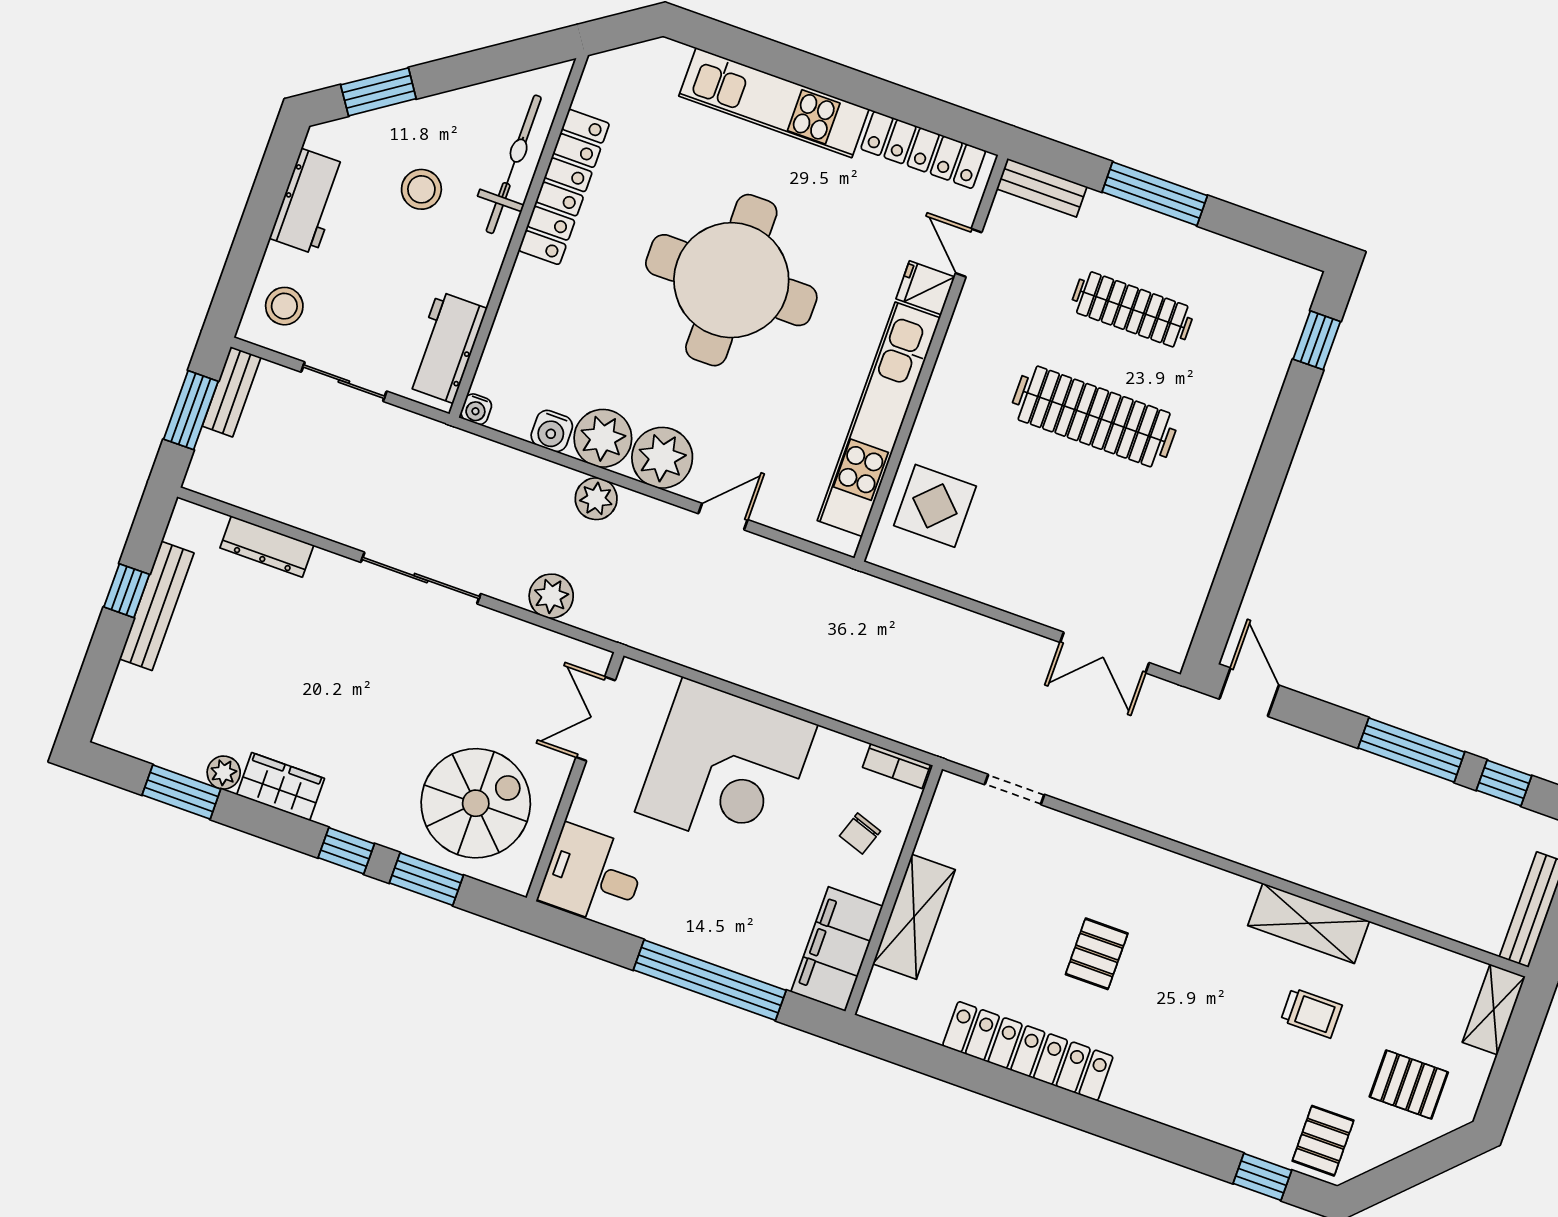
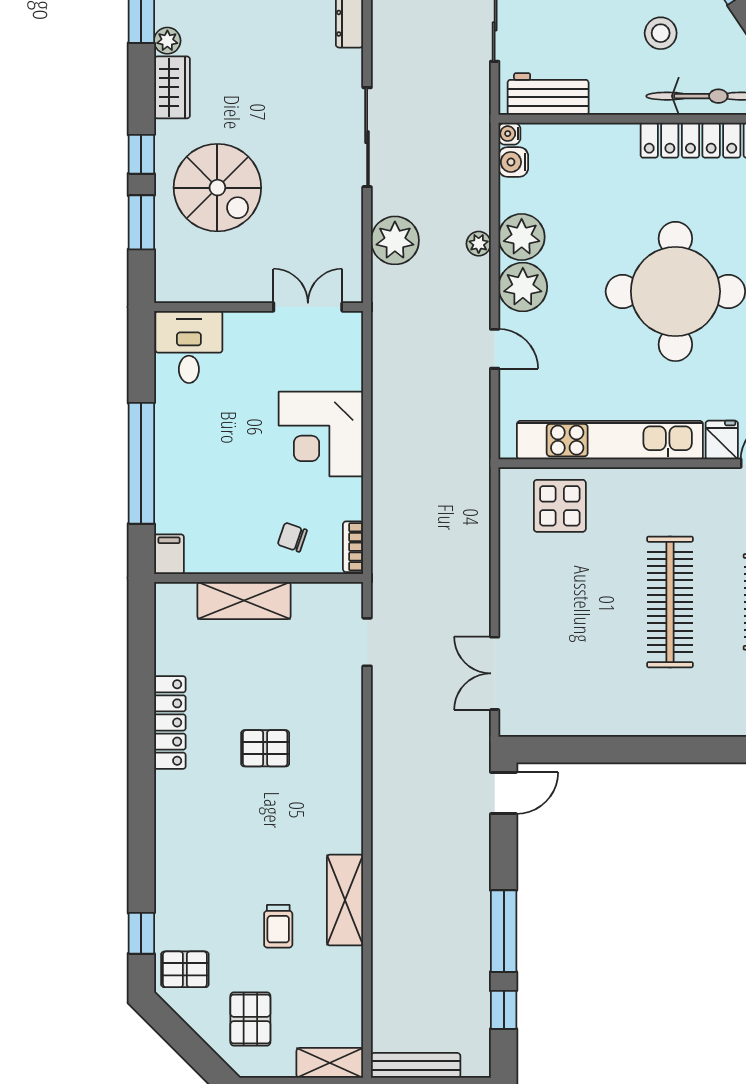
water cooler: (552, 431) -> (513, 162), moved
plant: (596, 499) -> (479, 244), width x0.73, depth x0.73
plant: (551, 596) -> (395, 240), width x1.36, depth x1.36
corner desk: (726, 768) -> (321, 434), width x0.74, depth x0.74
spiral stairs: (476, 803) -> (217, 188), moved
filing cabinet: (837, 949) -> (169, 554), width x0.33, depth x0.86
locker: (1028, 1051) -> (170, 722), width x0.71, depth x0.83

